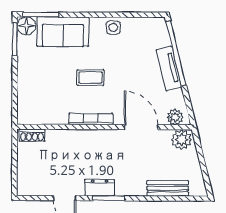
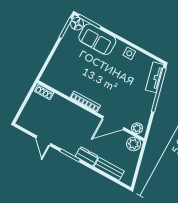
tv unit: (169, 68) -> (155, 77), moved
coffee table: (90, 77) -> (99, 76), removed
door: (141, 127) -> (113, 123), swing flipped
dresser: (100, 188) -> (87, 156), moved

